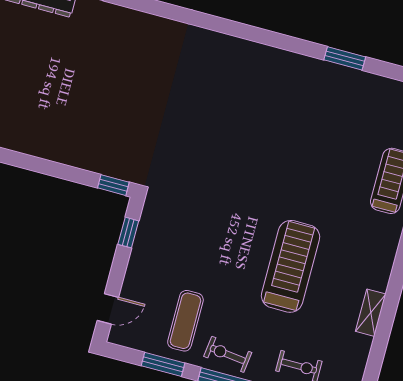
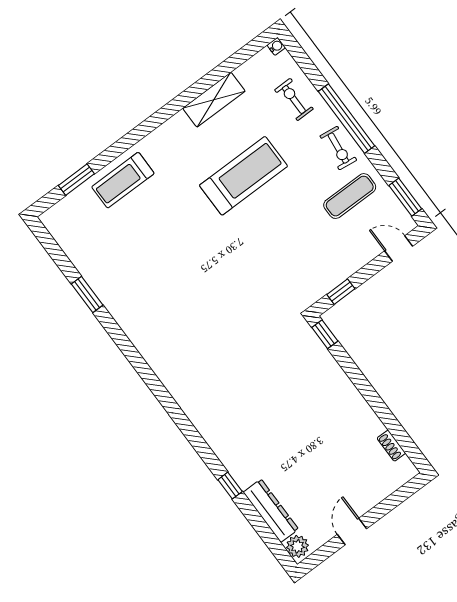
treadmill: (291, 266) -> (244, 176), turned 180
shelving: (371, 313) -> (214, 100), width x1.50, depth x1.33
window: (163, 364) -> (405, 197), moved

